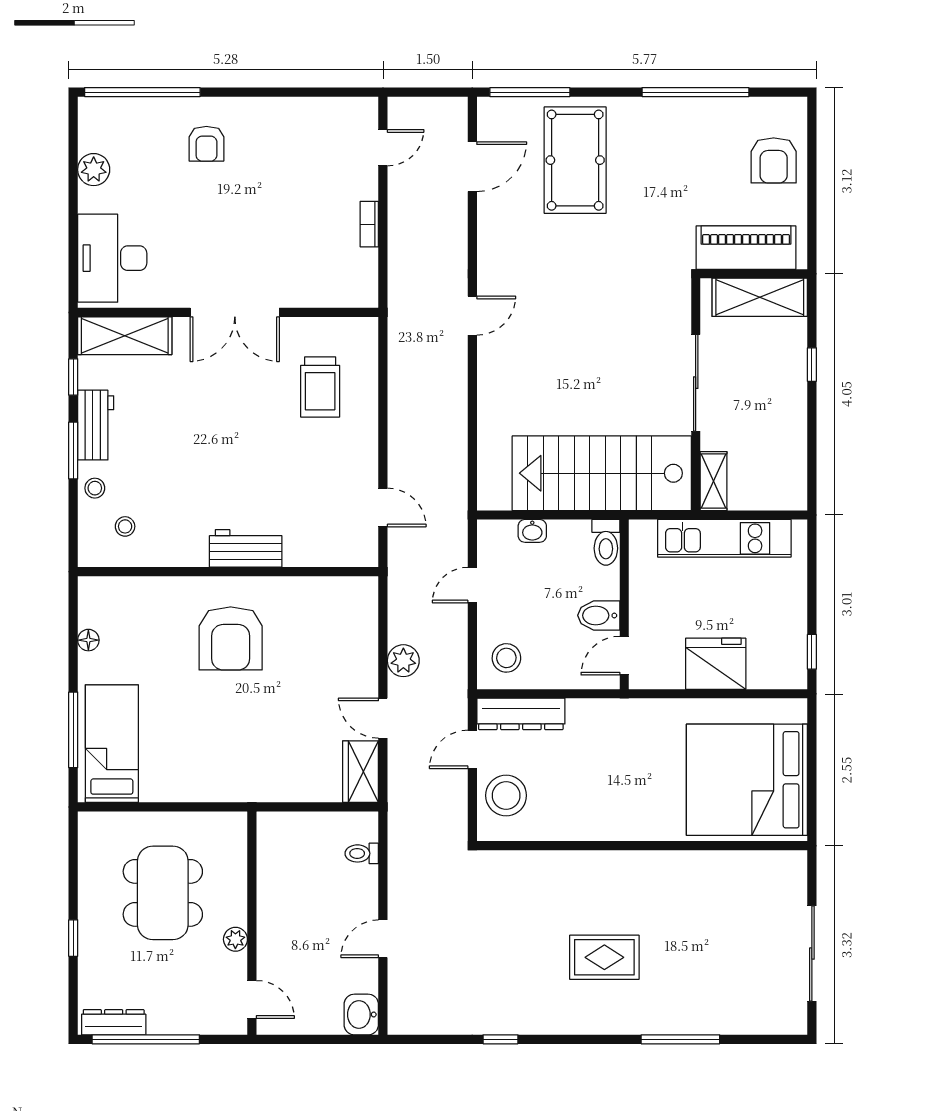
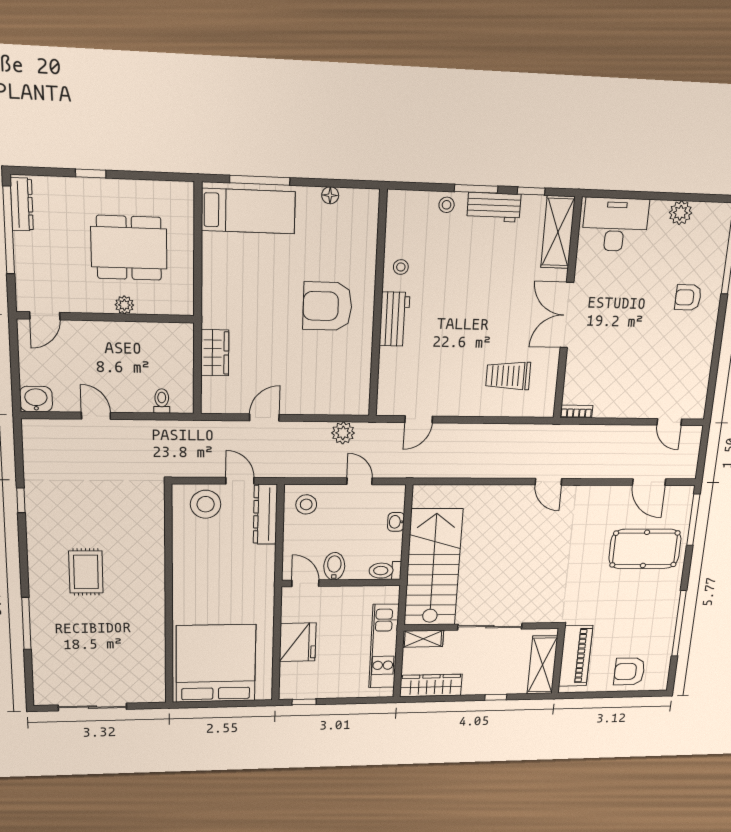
bookcase: (369, 224) -> (576, 412), moved
wardrobe: (790, 465) -> (431, 685), added
stool: (125, 526) -> (401, 267), moved
plant: (403, 661) -> (343, 433), moved
wardrobe: (361, 772) -> (215, 353), moved, turned 90
plant: (235, 939) -> (124, 305), moved

